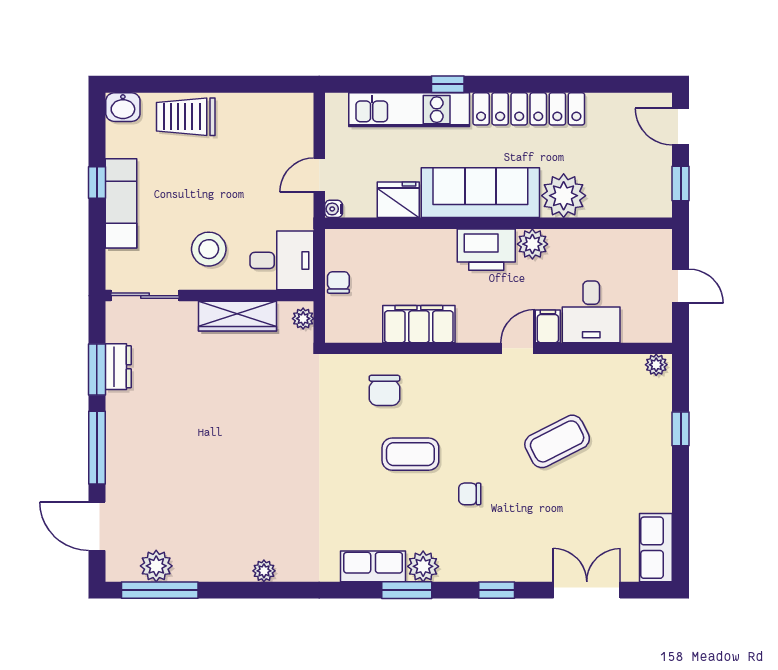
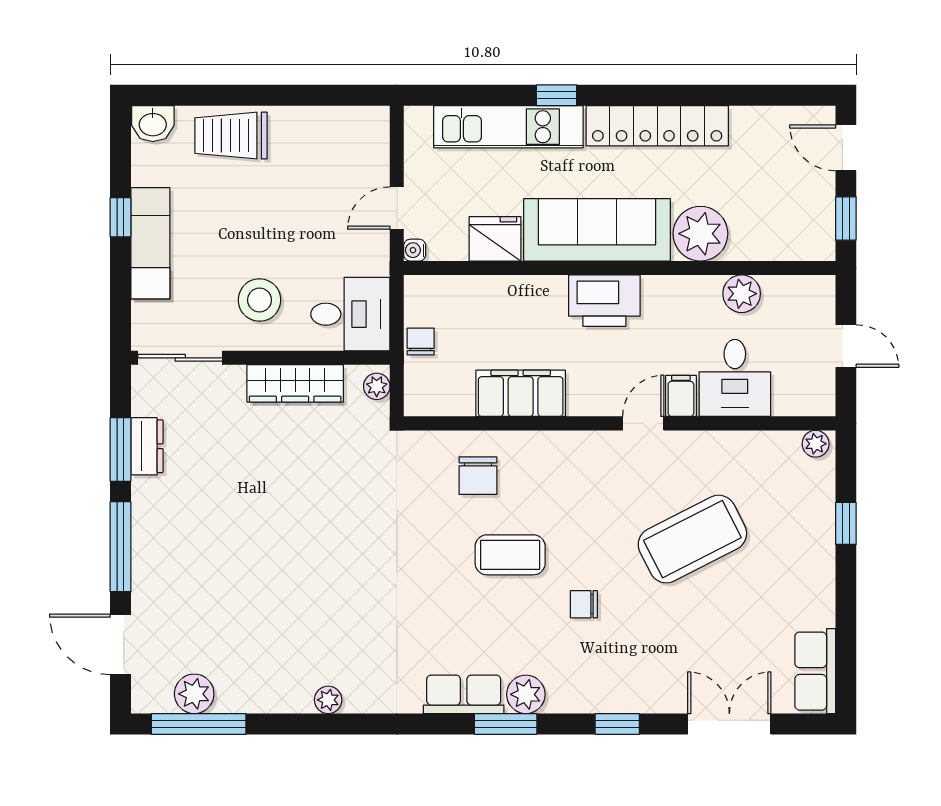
plant: (532, 244) -> (742, 294), moved
coffee table: (557, 441) -> (692, 539), width x1.36, depth x1.32

